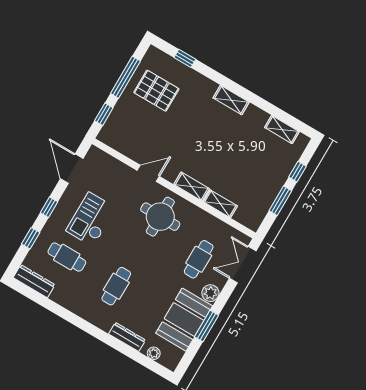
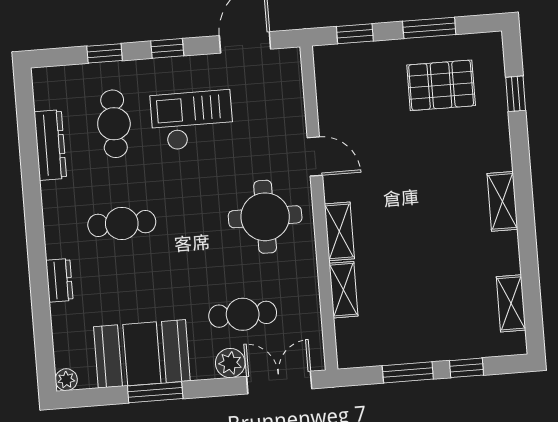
window: (125, 77) -> (429, 28), width x0.69
pallet: (156, 91) -> (441, 85), turned 90
dresser: (34, 281) -> (50, 145), moved
plant: (210, 293) -> (230, 363), moved
dresser: (127, 337) -> (59, 280), width x0.70
plant: (154, 353) -> (66, 380), moved

